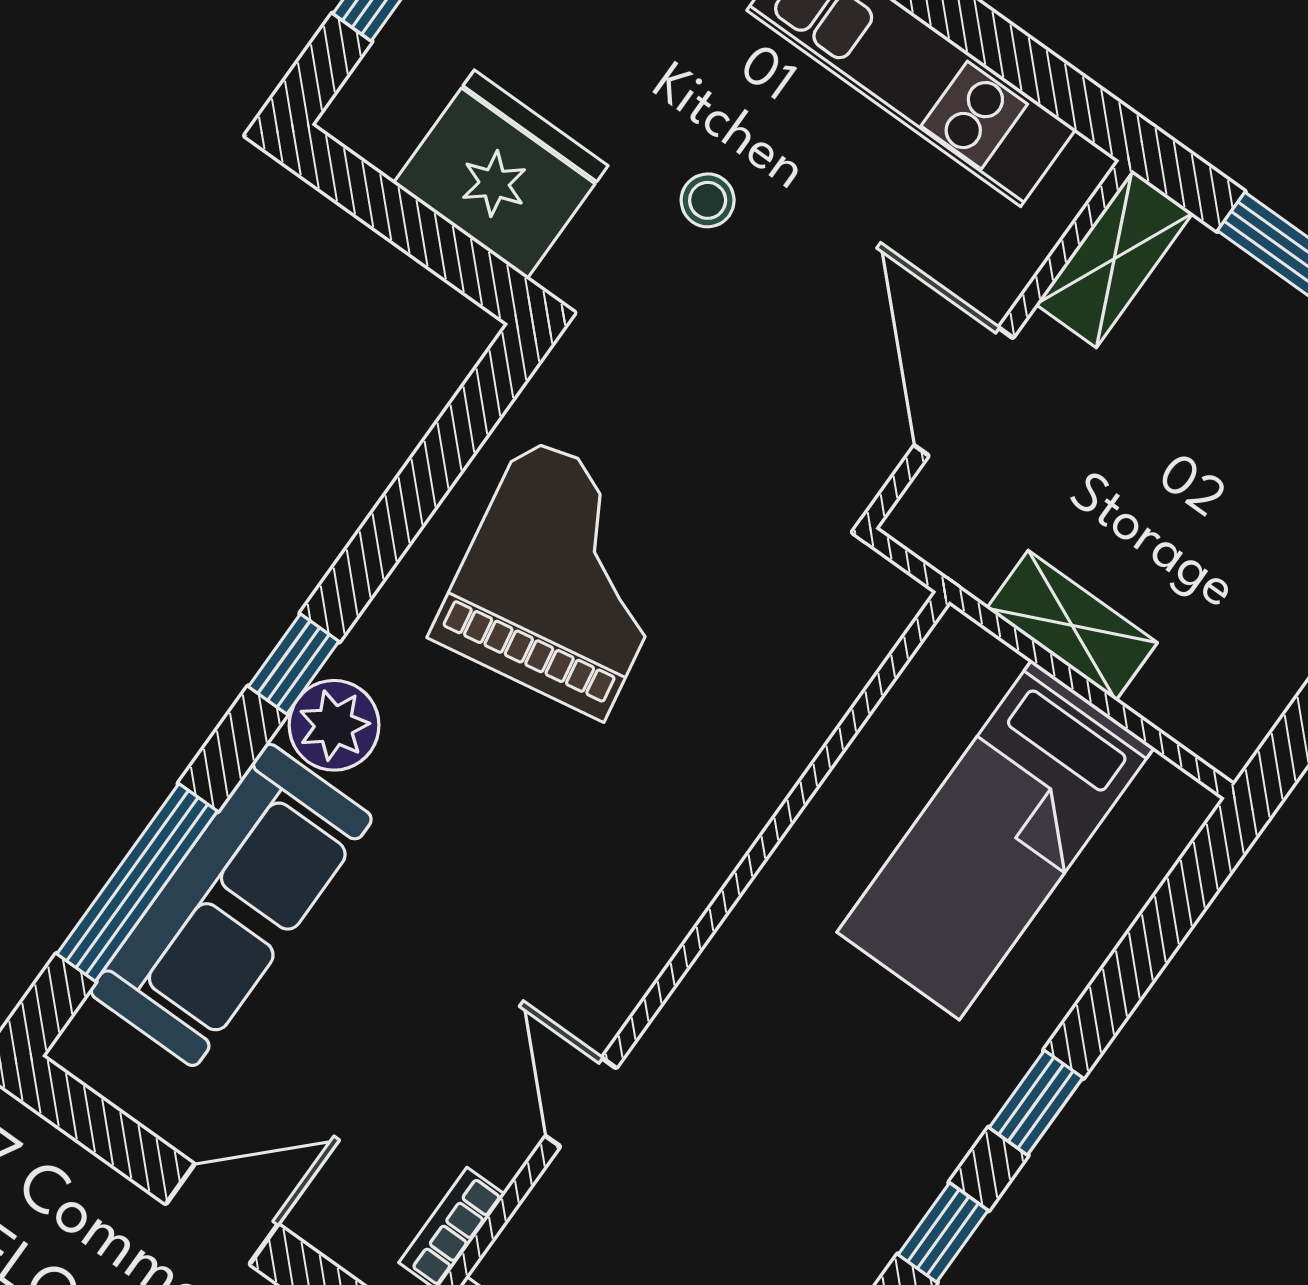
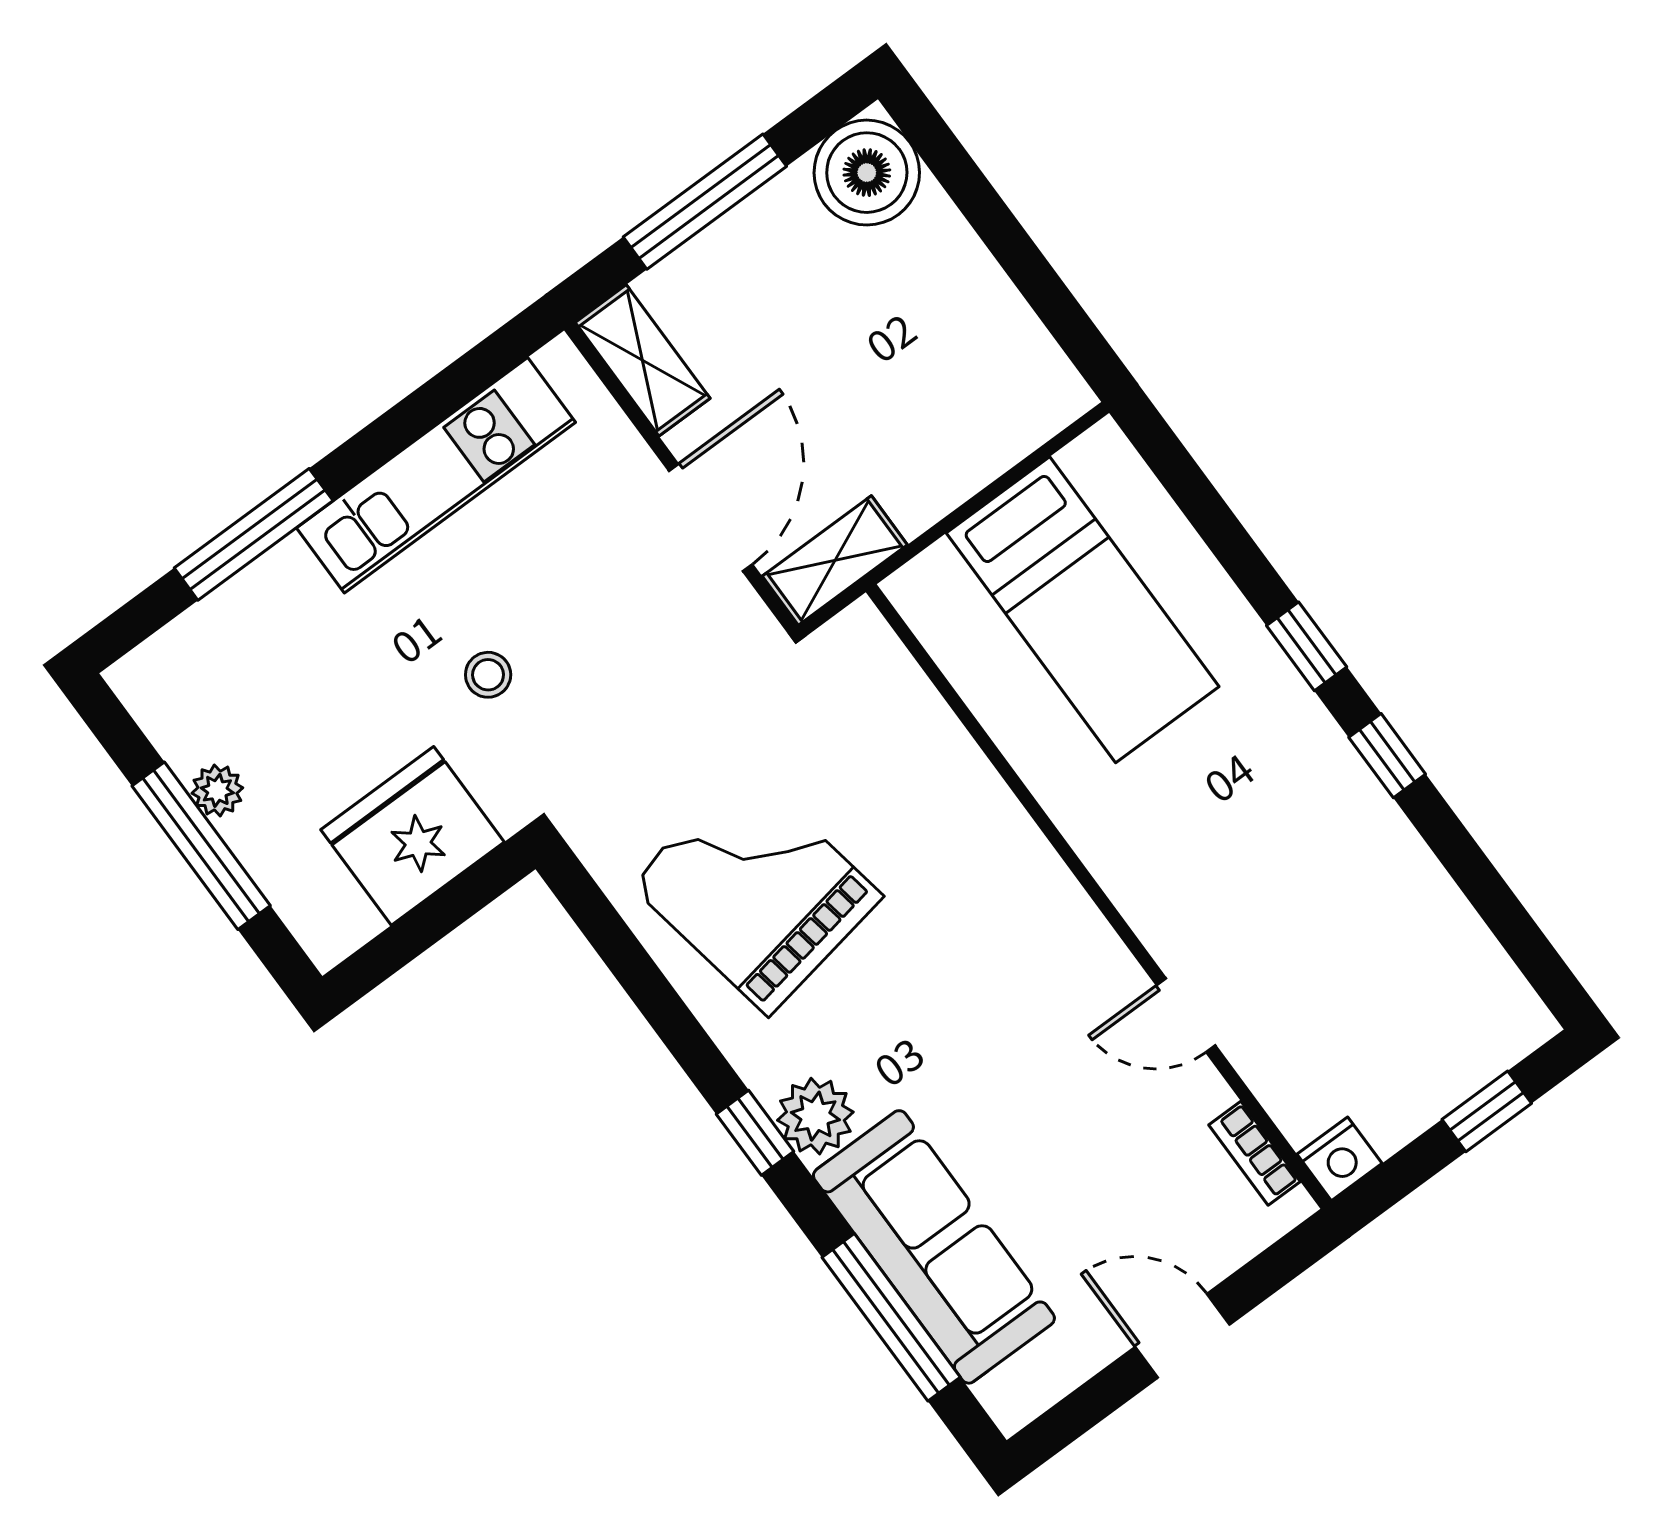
door: (964, 392) -> (711, 518), swing flipped
shelving: (1072, 625) -> (835, 560), moved
door: (222, 1214) -> (1182, 1336), hinge flipped

